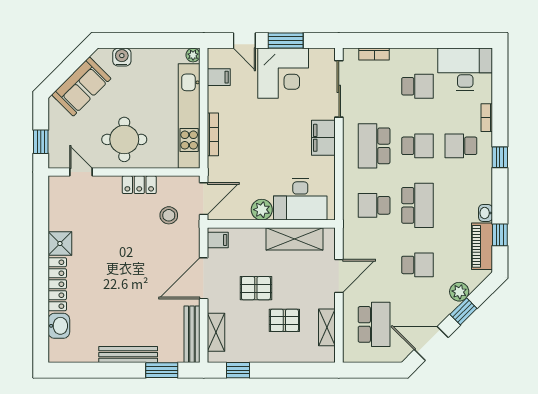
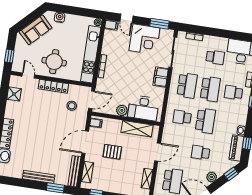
window: (286, 41) -> (159, 24), moved
filing cabinet: (219, 77) -> (111, 25), moved
school desk: (374, 146) -> (187, 85), turned 180
school desk: (418, 146) -> (210, 89), width x1.85
locker: (139, 185) -> (53, 86), width x1.53
shower: (60, 243) -> (14, 94), moved
school desk: (418, 265) -> (201, 153), turned 180
plant: (459, 292) -> (212, 177), moved
window: (463, 311) -> (231, 174), moved
pallet: (284, 320) -> (125, 171), removed

